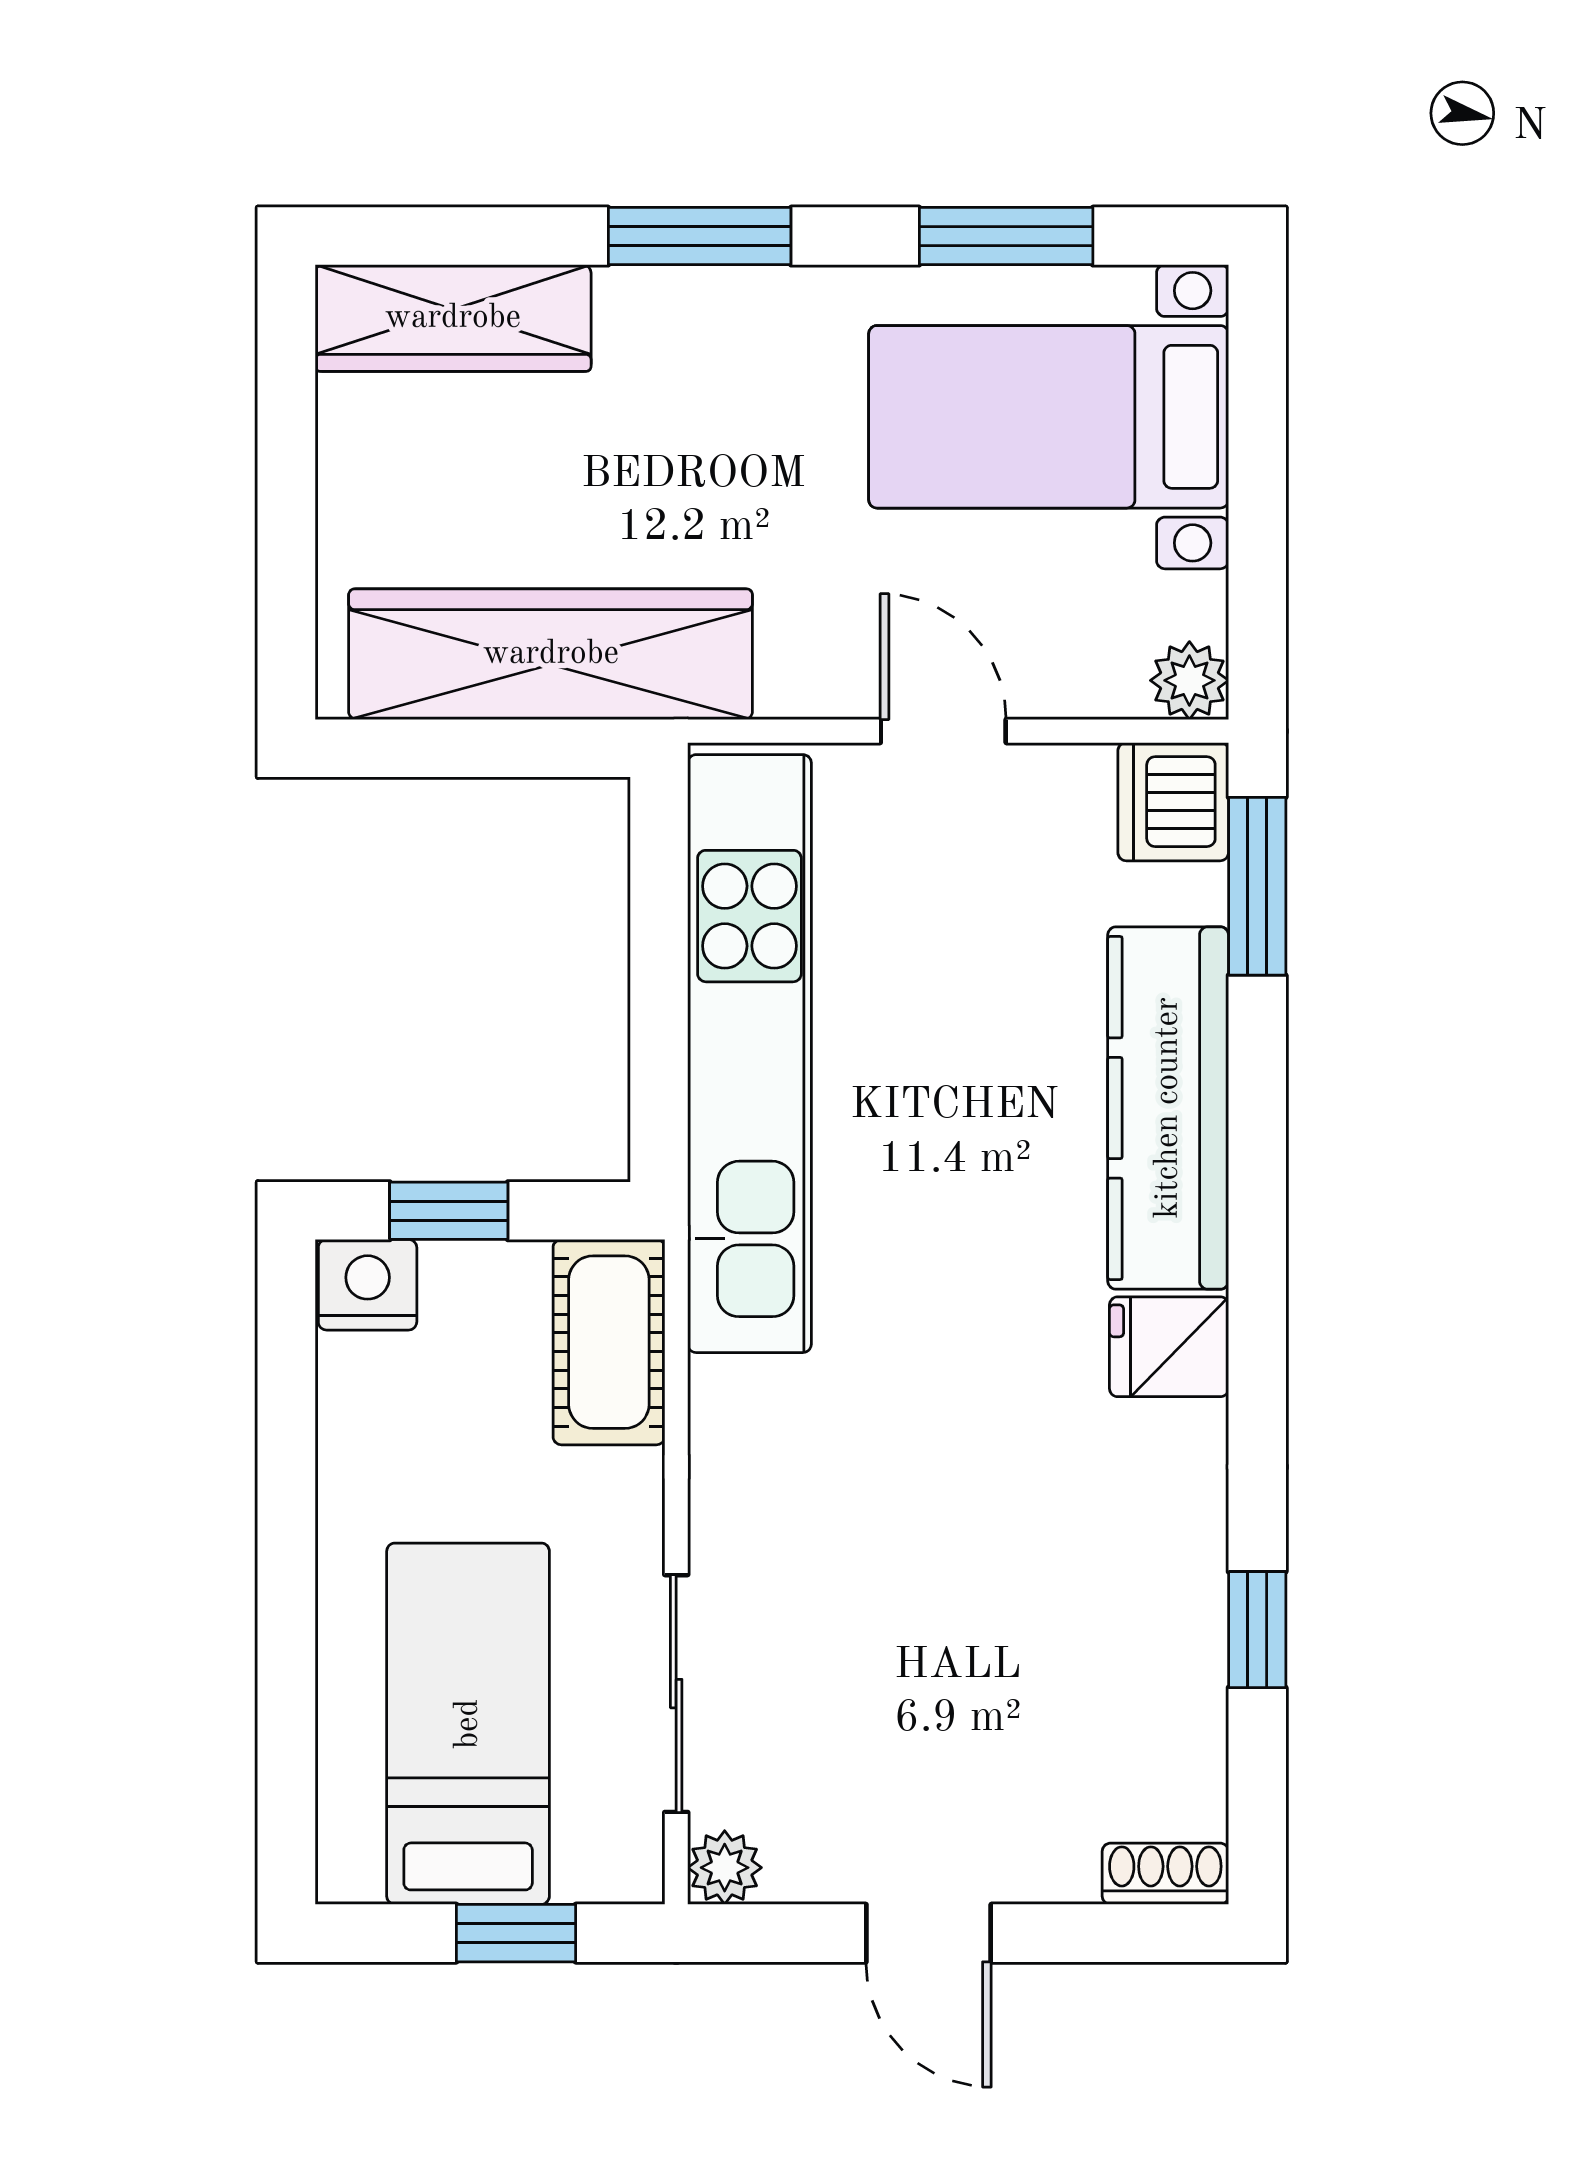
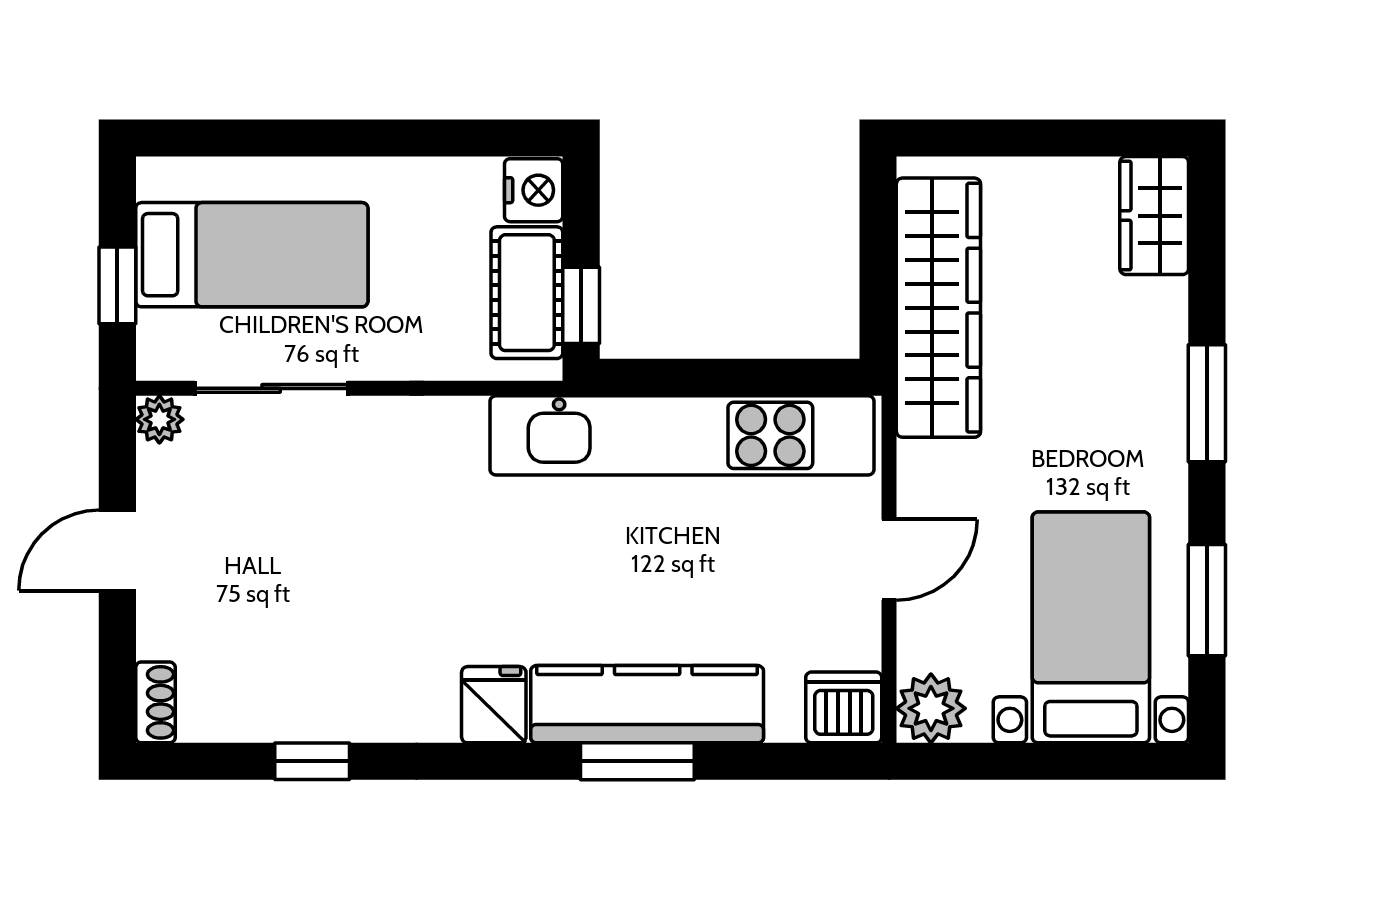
wardrobe: (453, 318) -> (1154, 216), width x0.67
plant: (1189, 680) -> (931, 708), width x1.38, depth x1.38
window: (1257, 886) -> (637, 761), moved
window: (449, 1211) -> (581, 305), moved
cot: (609, 1342) -> (527, 293), moved, turned 90

